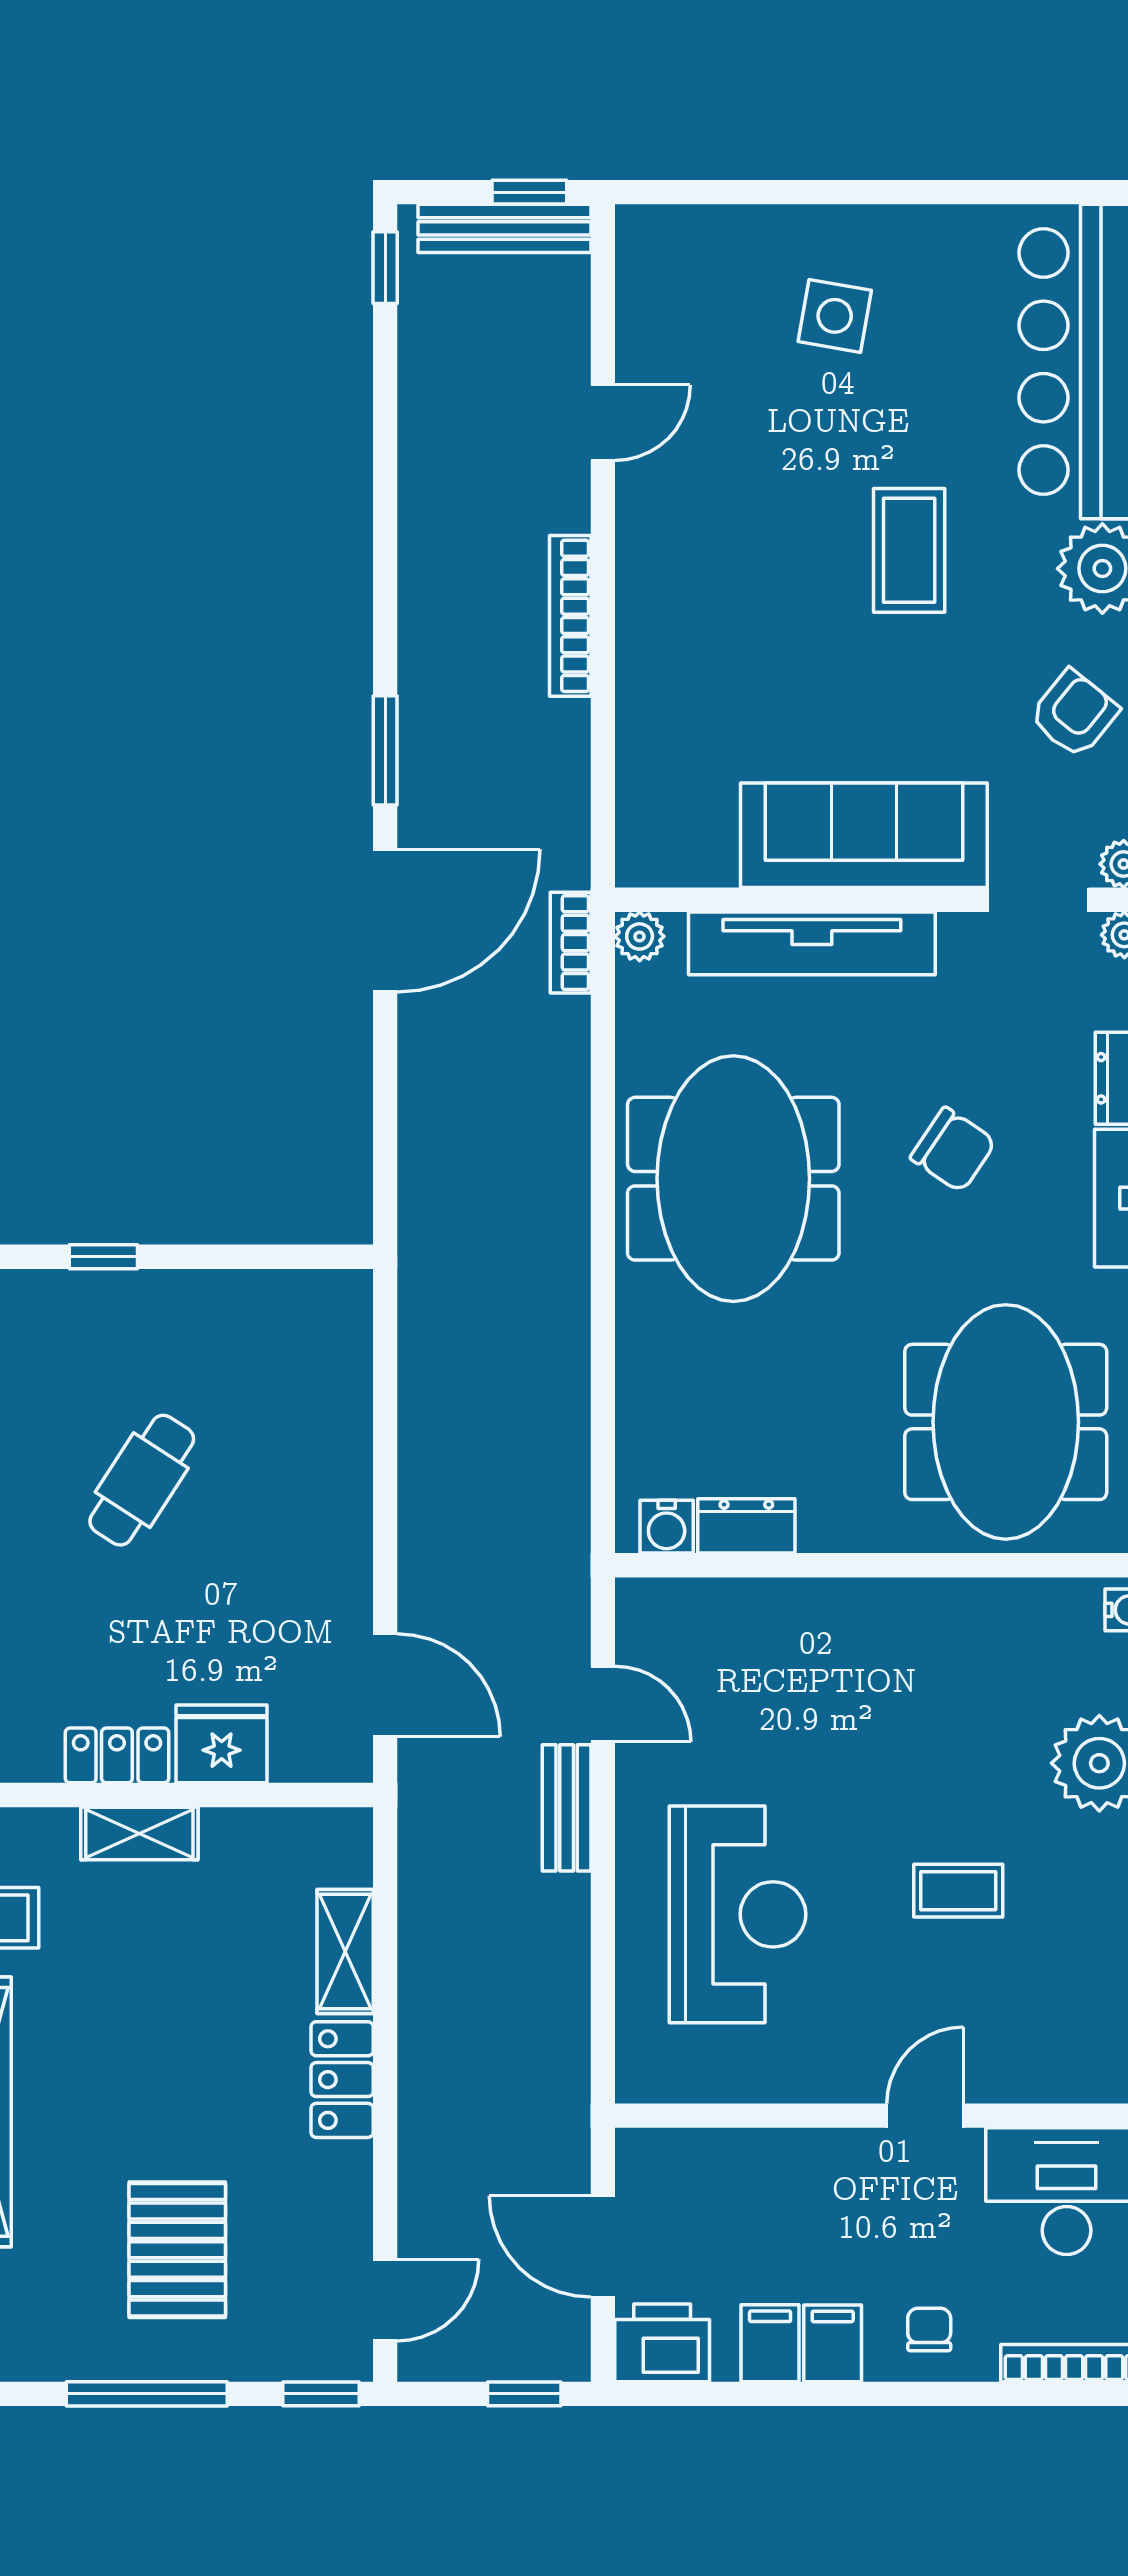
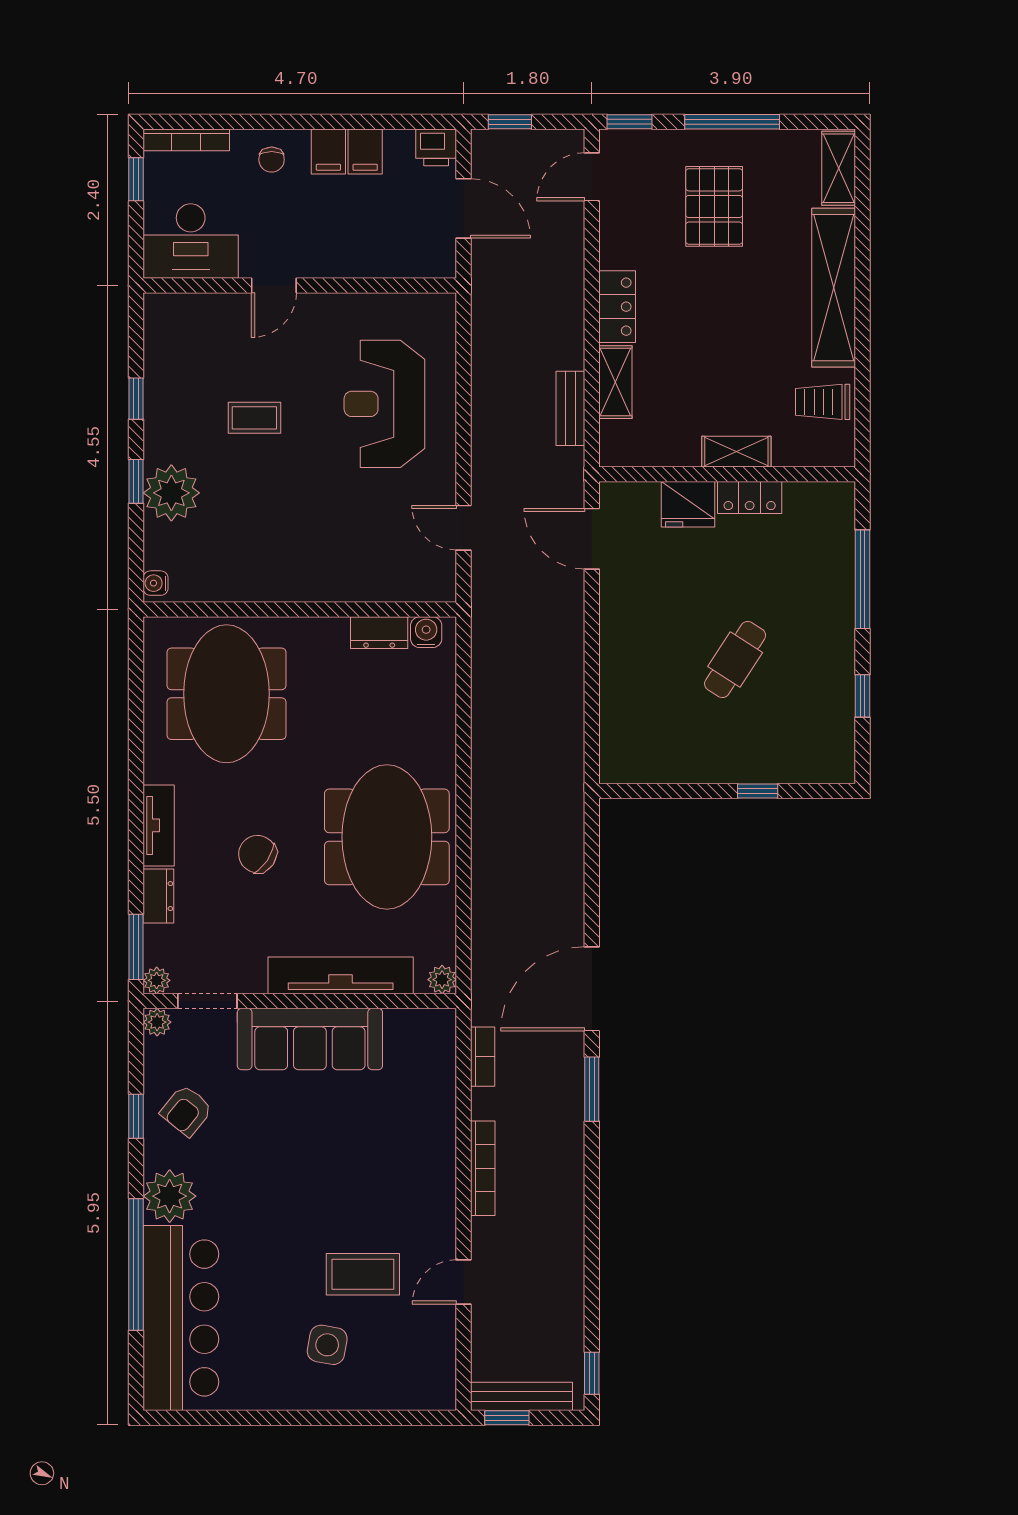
coffee table: (909, 550) -> (363, 1274), moved, turned 90
bookcase: (571, 943) -> (483, 1057), moved
bench: (567, 1808) -> (570, 408), moved
printer: (662, 2343) -> (436, 147), width x0.73, depth x0.81

